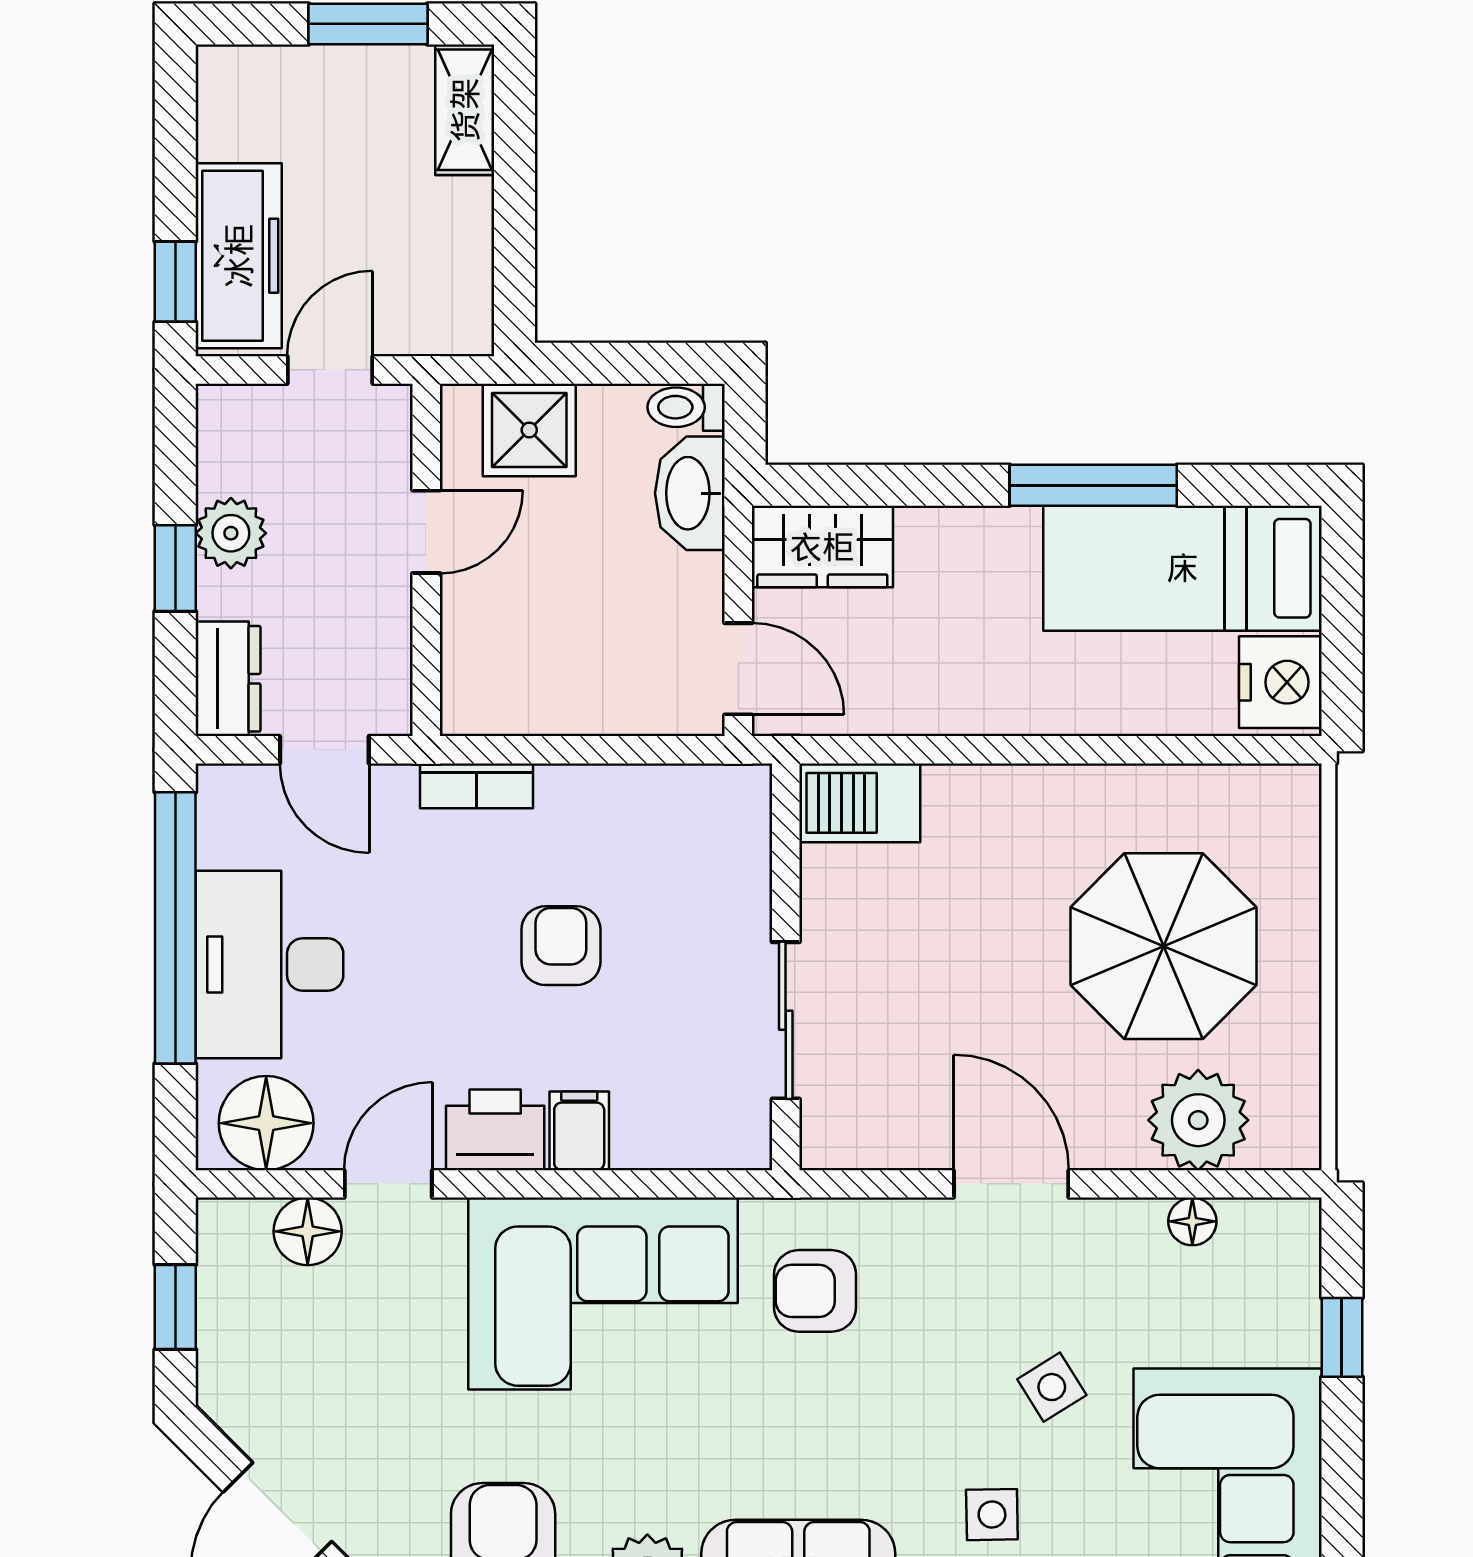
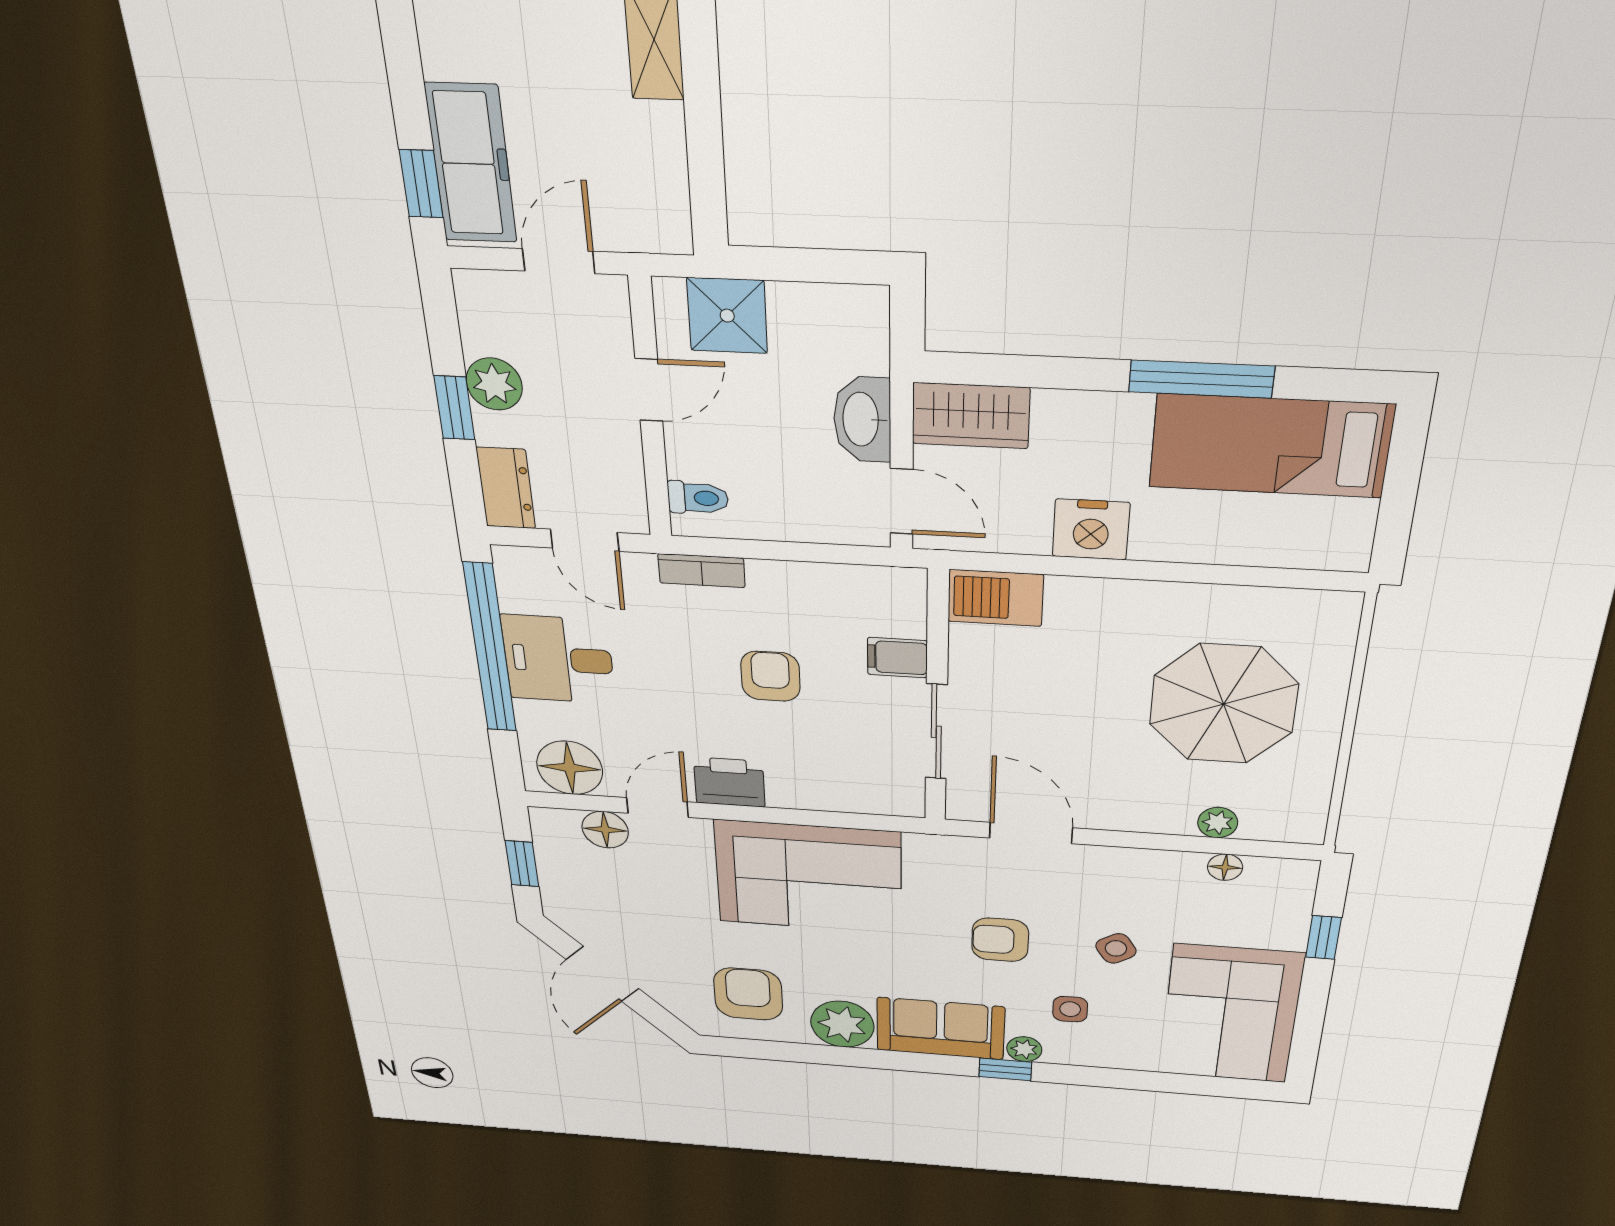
toilet: (686, 407) -> (698, 498), moved, turned 180
washbasin: (690, 493) -> (862, 419), moved
nightstand: (1280, 682) -> (1091, 529), moved, turned 90
desk: (269, 964) -> (558, 659), width x0.73
plant: (1198, 1120) -> (1218, 823), width x0.53, depth x0.53
filing cabinet: (579, 1131) -> (897, 658), moved, turned -90
door: (1011, 1184) -> (1031, 833), moved
armchair: (815, 1291) -> (1000, 940), moved

